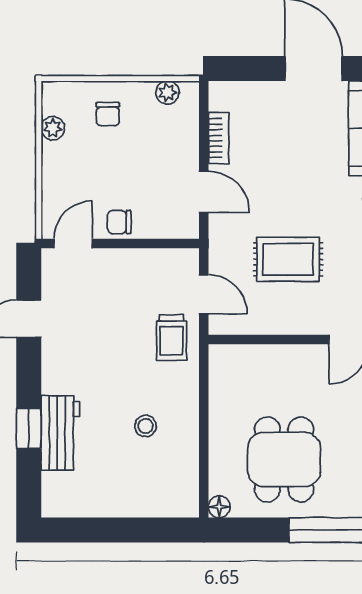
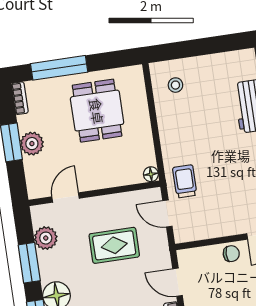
stool: (146, 426) -> (175, 85), moved
floor lamp: (219, 507) -> (151, 174), moved

